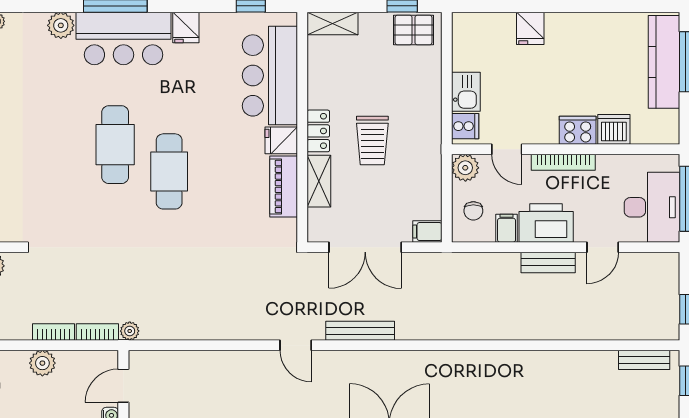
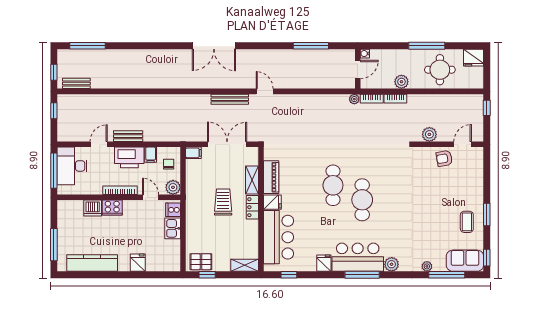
kitchen counter: (664, 62) -> (92, 263), moved, turned -90

